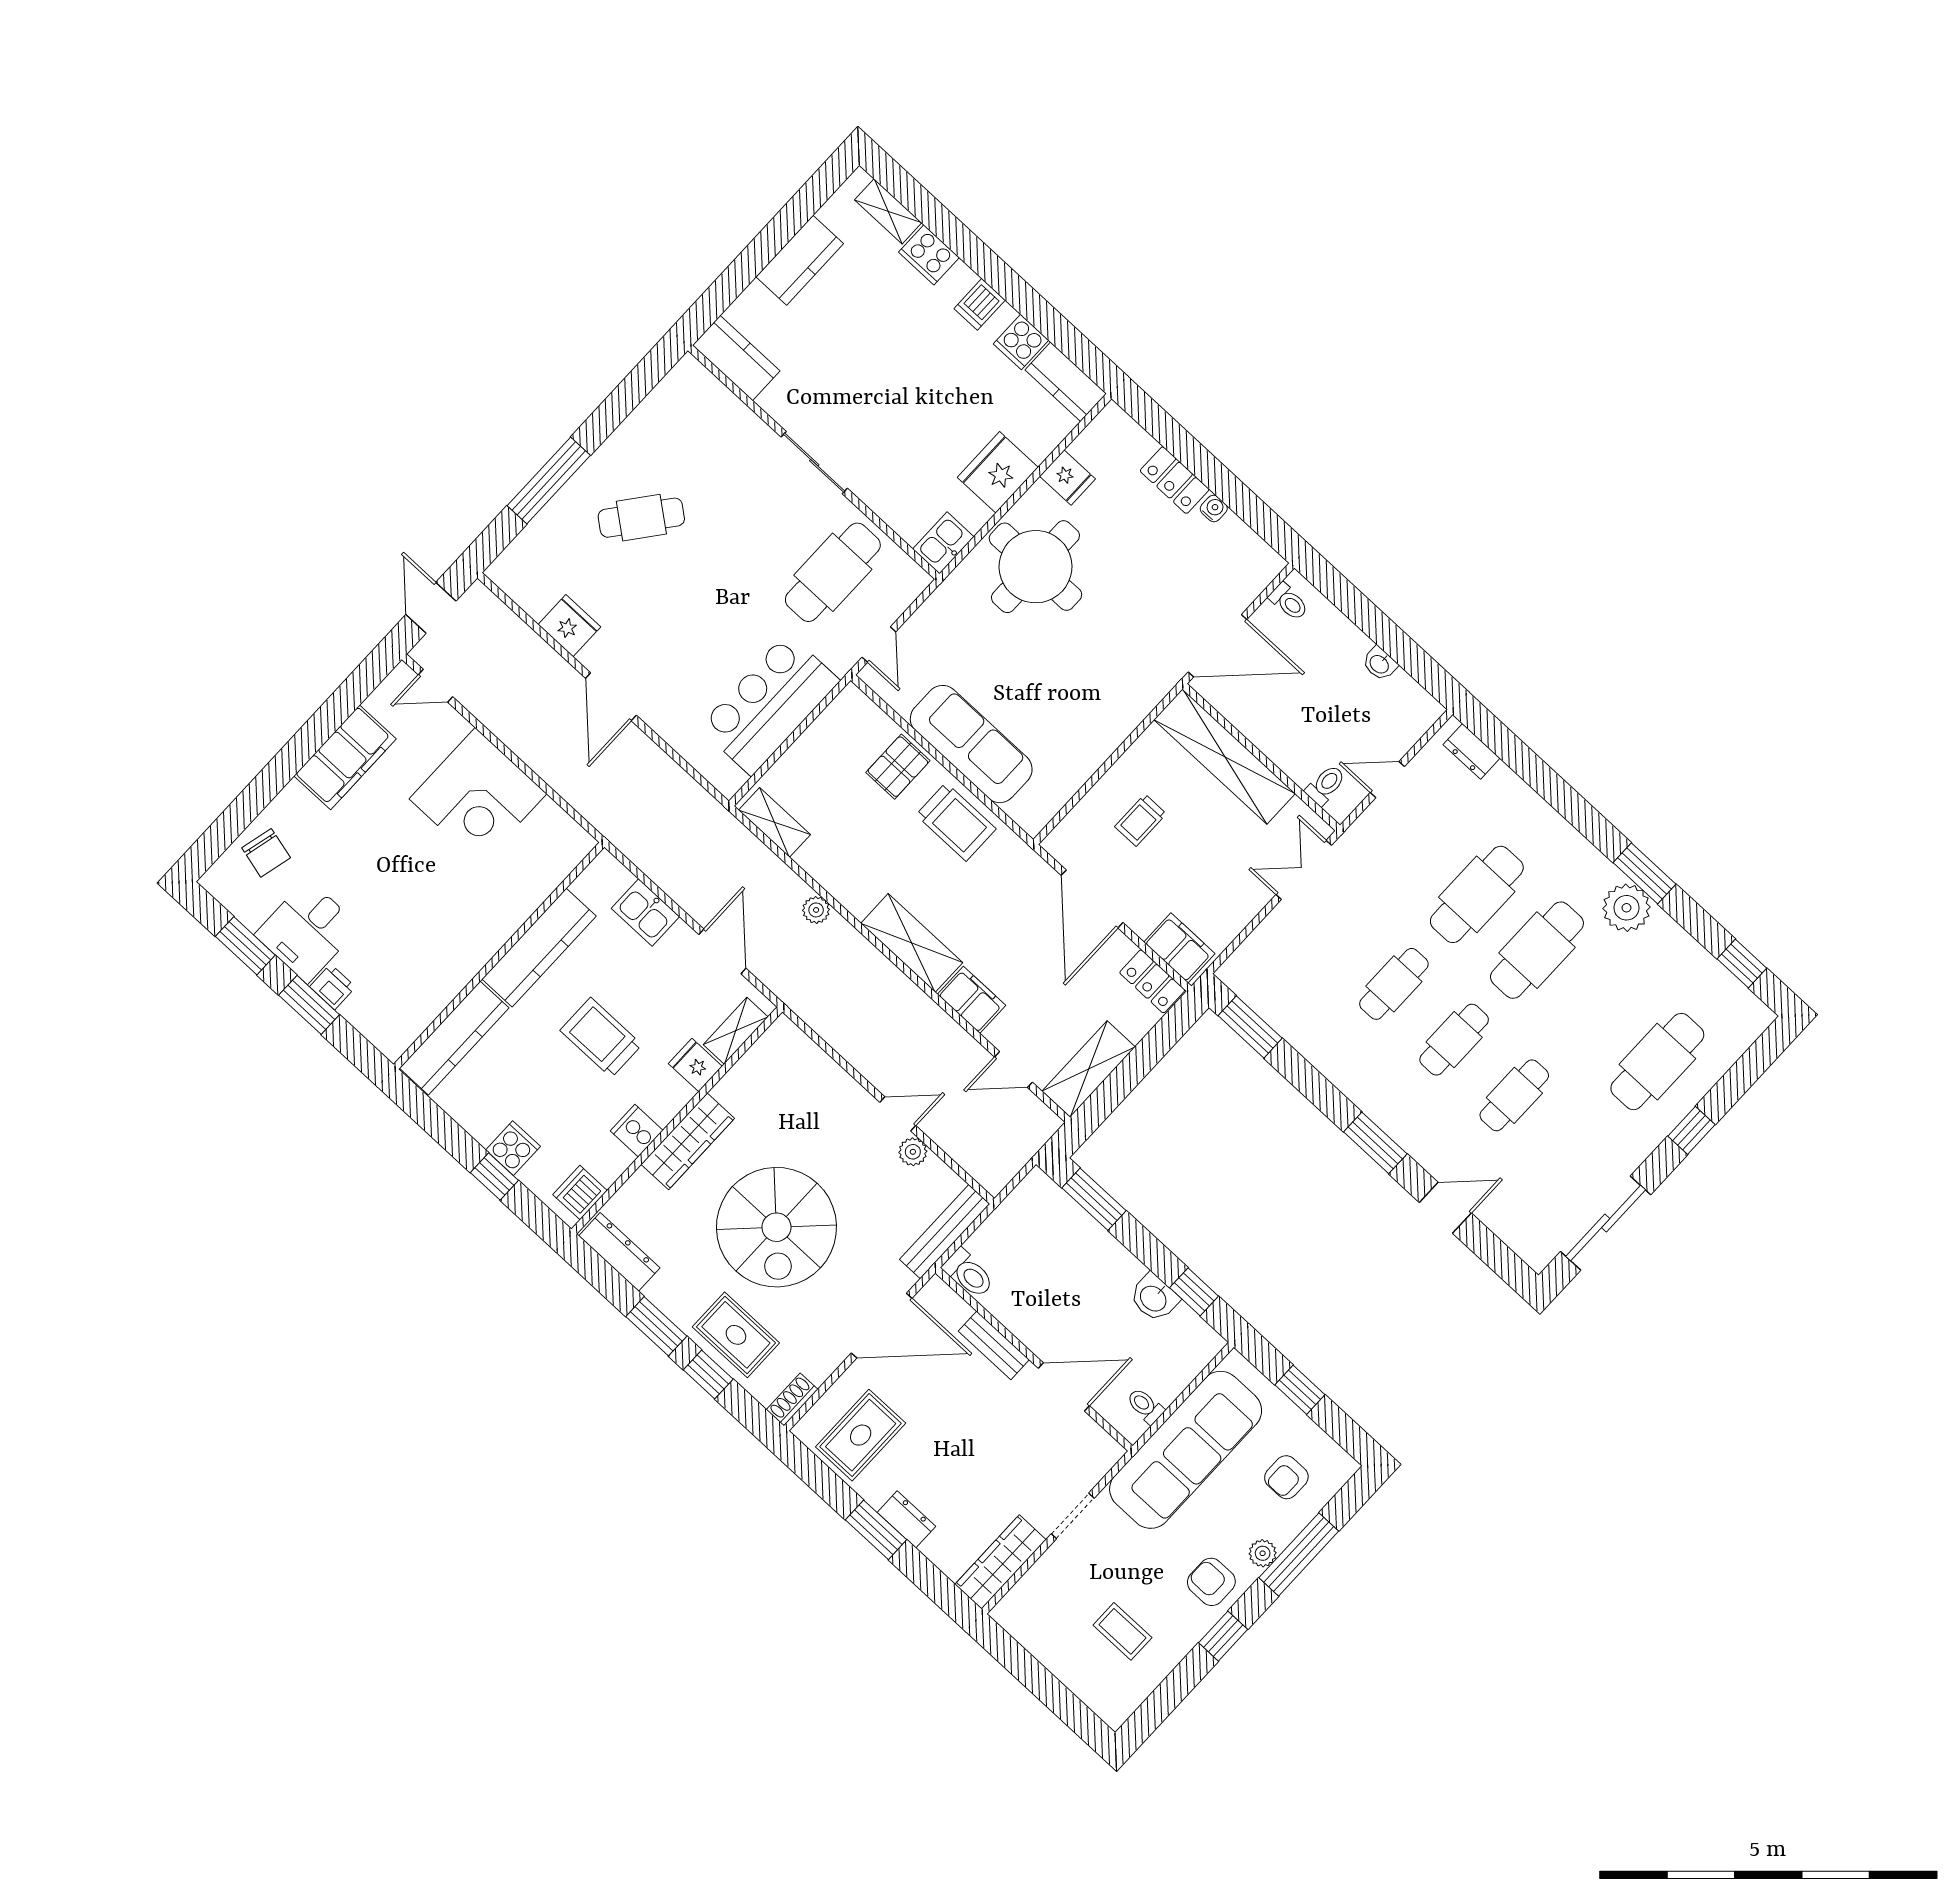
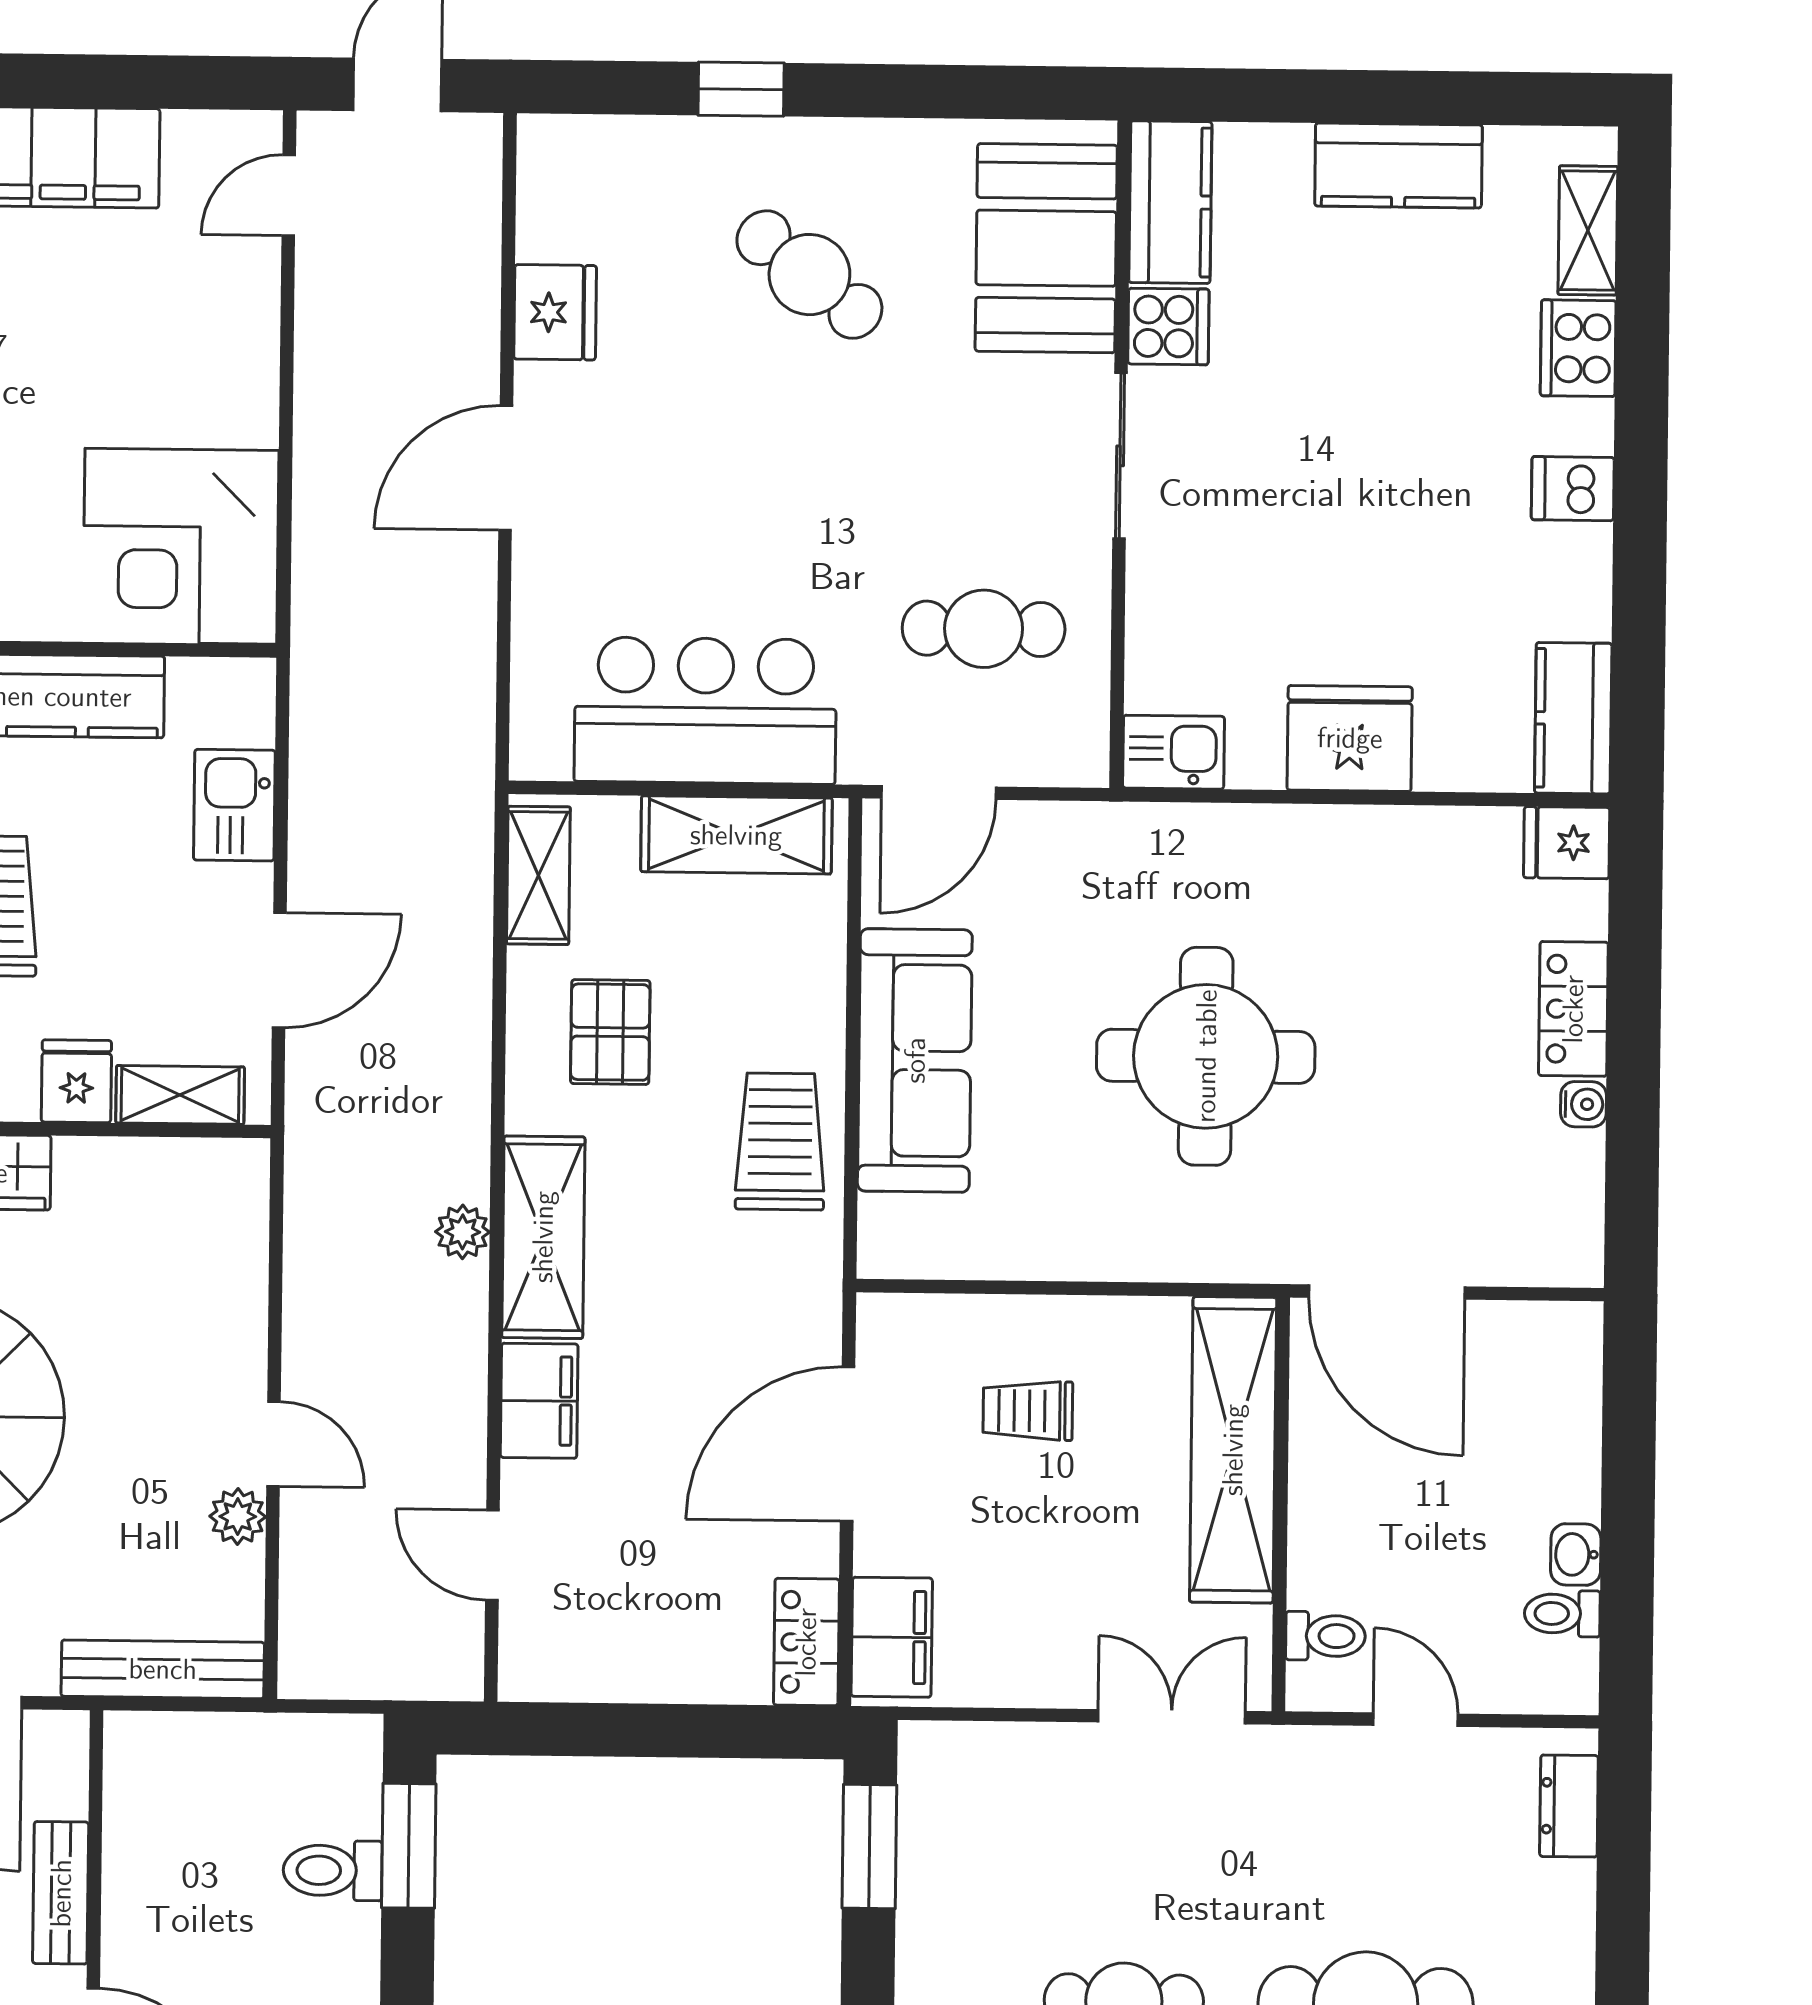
cooker: (1021, 342) -> (1168, 326), moved, turned 180
booth: (712, 420) -> (1046, 248), added
fridge: (1067, 478) -> (1567, 843), moved, turned 90
window: (549, 481) -> (741, 89), width x0.46
round table: (1035, 567) -> (1206, 1056), moved
cafe table: (833, 572) -> (984, 629), width x0.73, depth x0.74
toilet: (1289, 602) -> (1562, 1614), moved, turned 90
door: (879, 644) -> (939, 793), width x1.38
door: (436, 686) -> (289, 195), hinge flipped
pallet: (898, 767) -> (610, 1032), moved, turned 90
corner desk: (478, 796) -> (181, 546), moved
trolley: (956, 822) -> (780, 1141), turned 180
plant: (816, 910) -> (463, 1232), moved
shelving: (1089, 1069) -> (736, 835), moved
toilet: (968, 1273) -> (333, 1870), moved, turned 90

